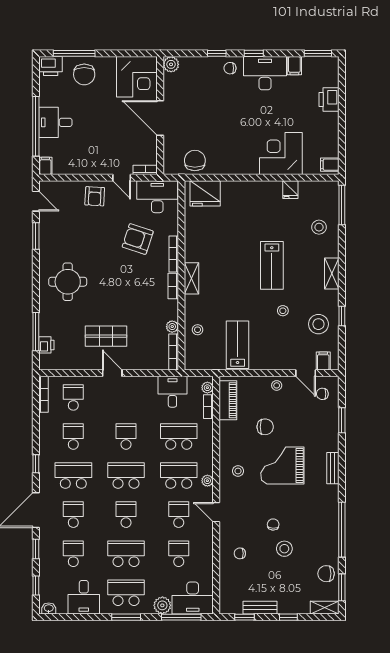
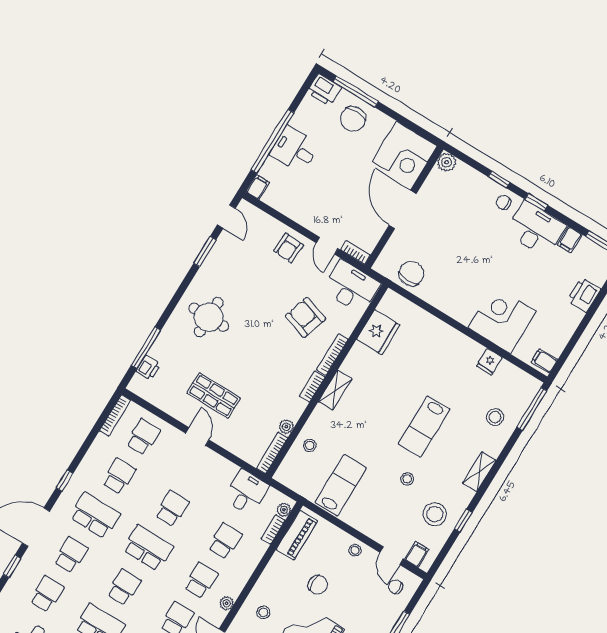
fridge: (205, 193) -> (378, 332), moved, turned -90
school desk: (179, 436) -> (225, 541), width x0.54
school desk: (179, 476) -> (201, 580), width x0.54

